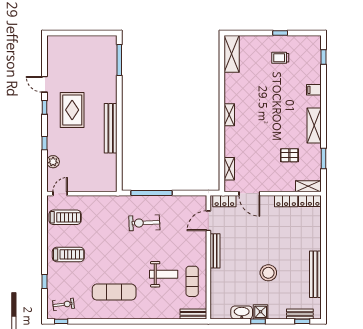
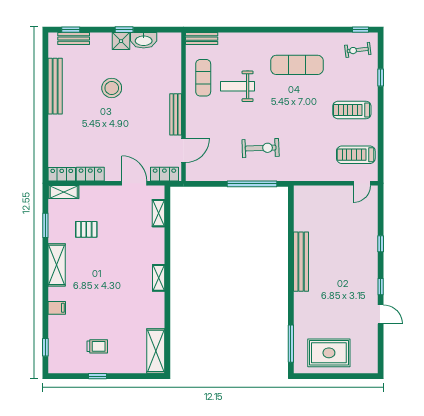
rug: (72, 110) -> (329, 353), moved, turned 90
plant: (53, 162) -> (370, 221), removed

